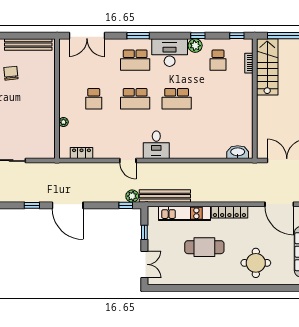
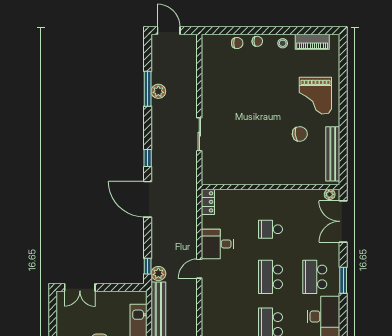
plant: (63, 122) -> (330, 194), moved
desk: (156, 145) -> (217, 244), moved
locker: (81, 153) -> (208, 202), moved
door: (68, 205) -> (148, 199), hinge flipped
window: (144, 232) -> (117, 287), removed

